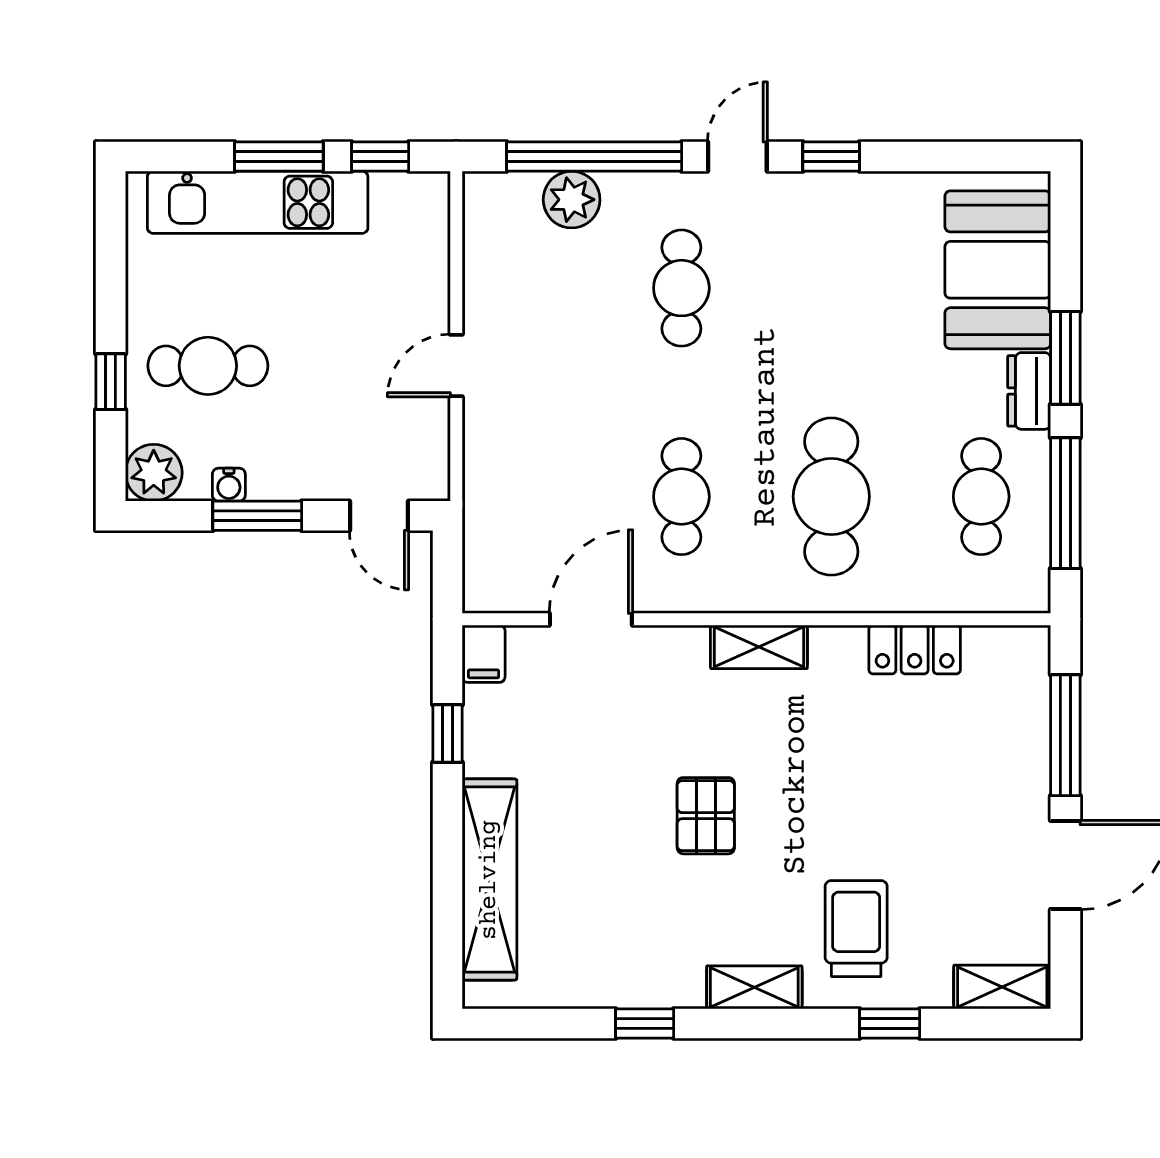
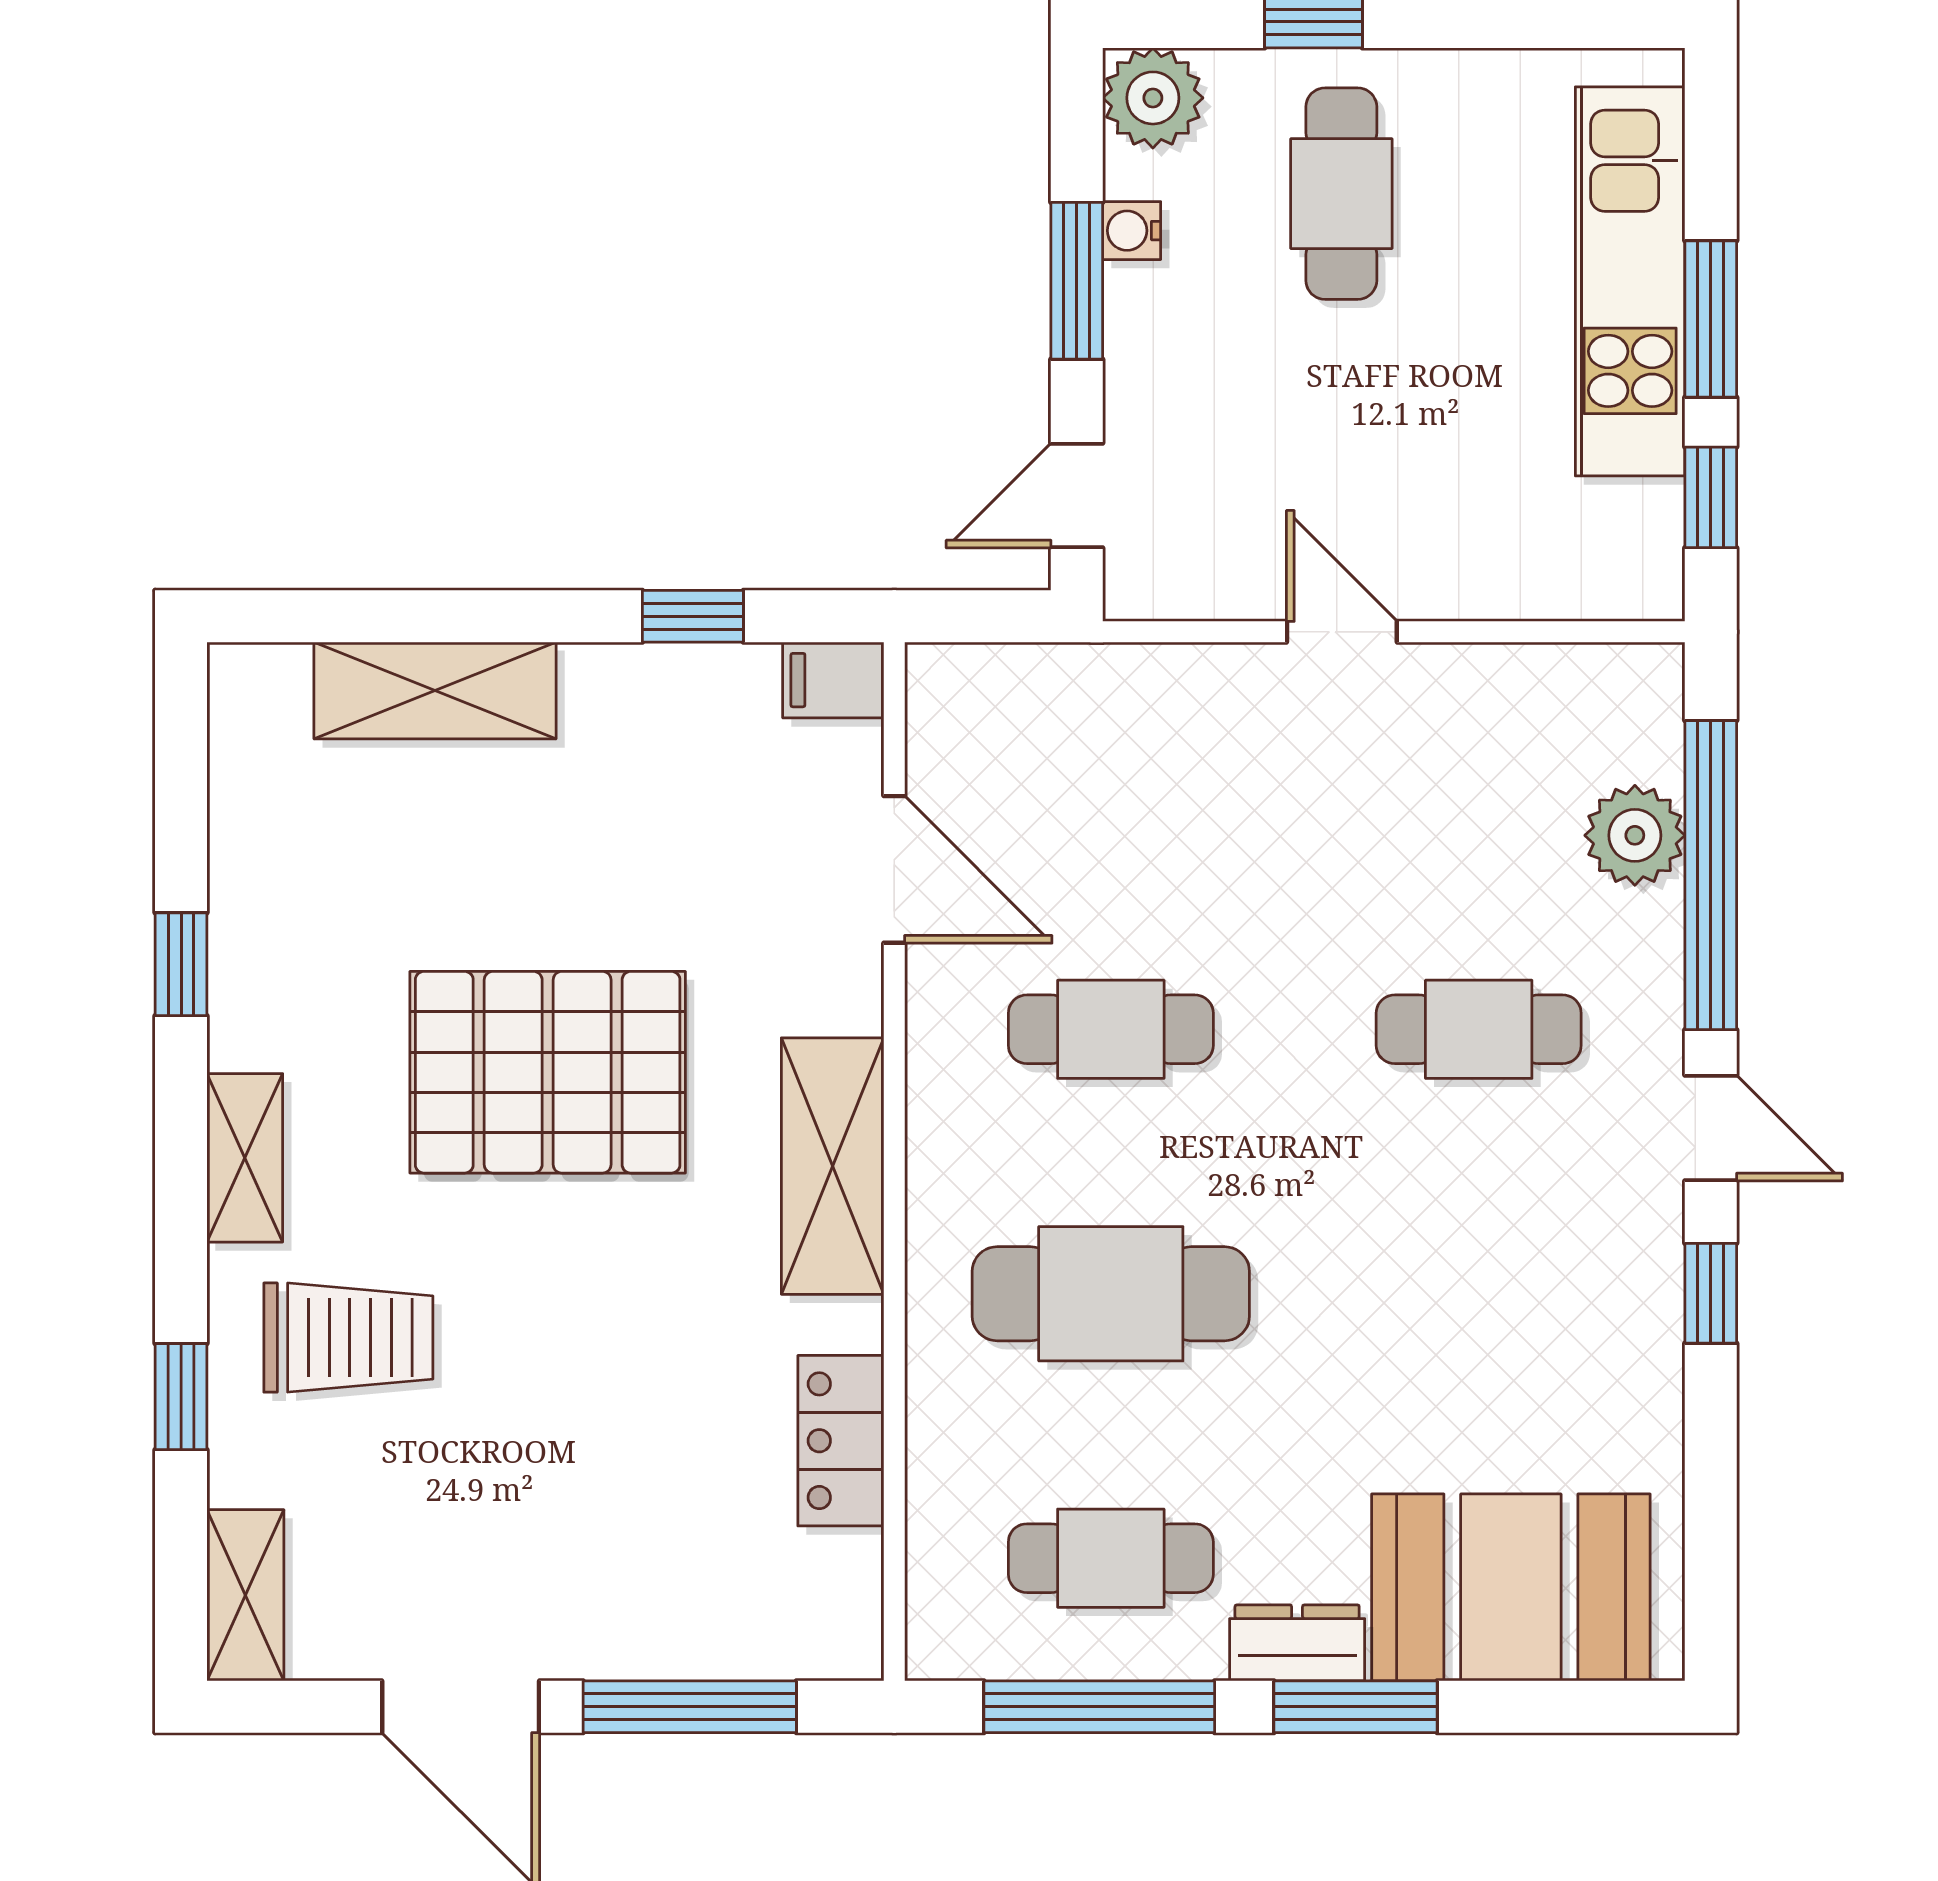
shelving: (759, 647) -> (833, 1166), width x1.50, depth x1.33
pallet: (706, 816) -> (548, 1072), width x2.05, depth x2.00
shelving: (489, 880) -> (435, 691), width x0.68

